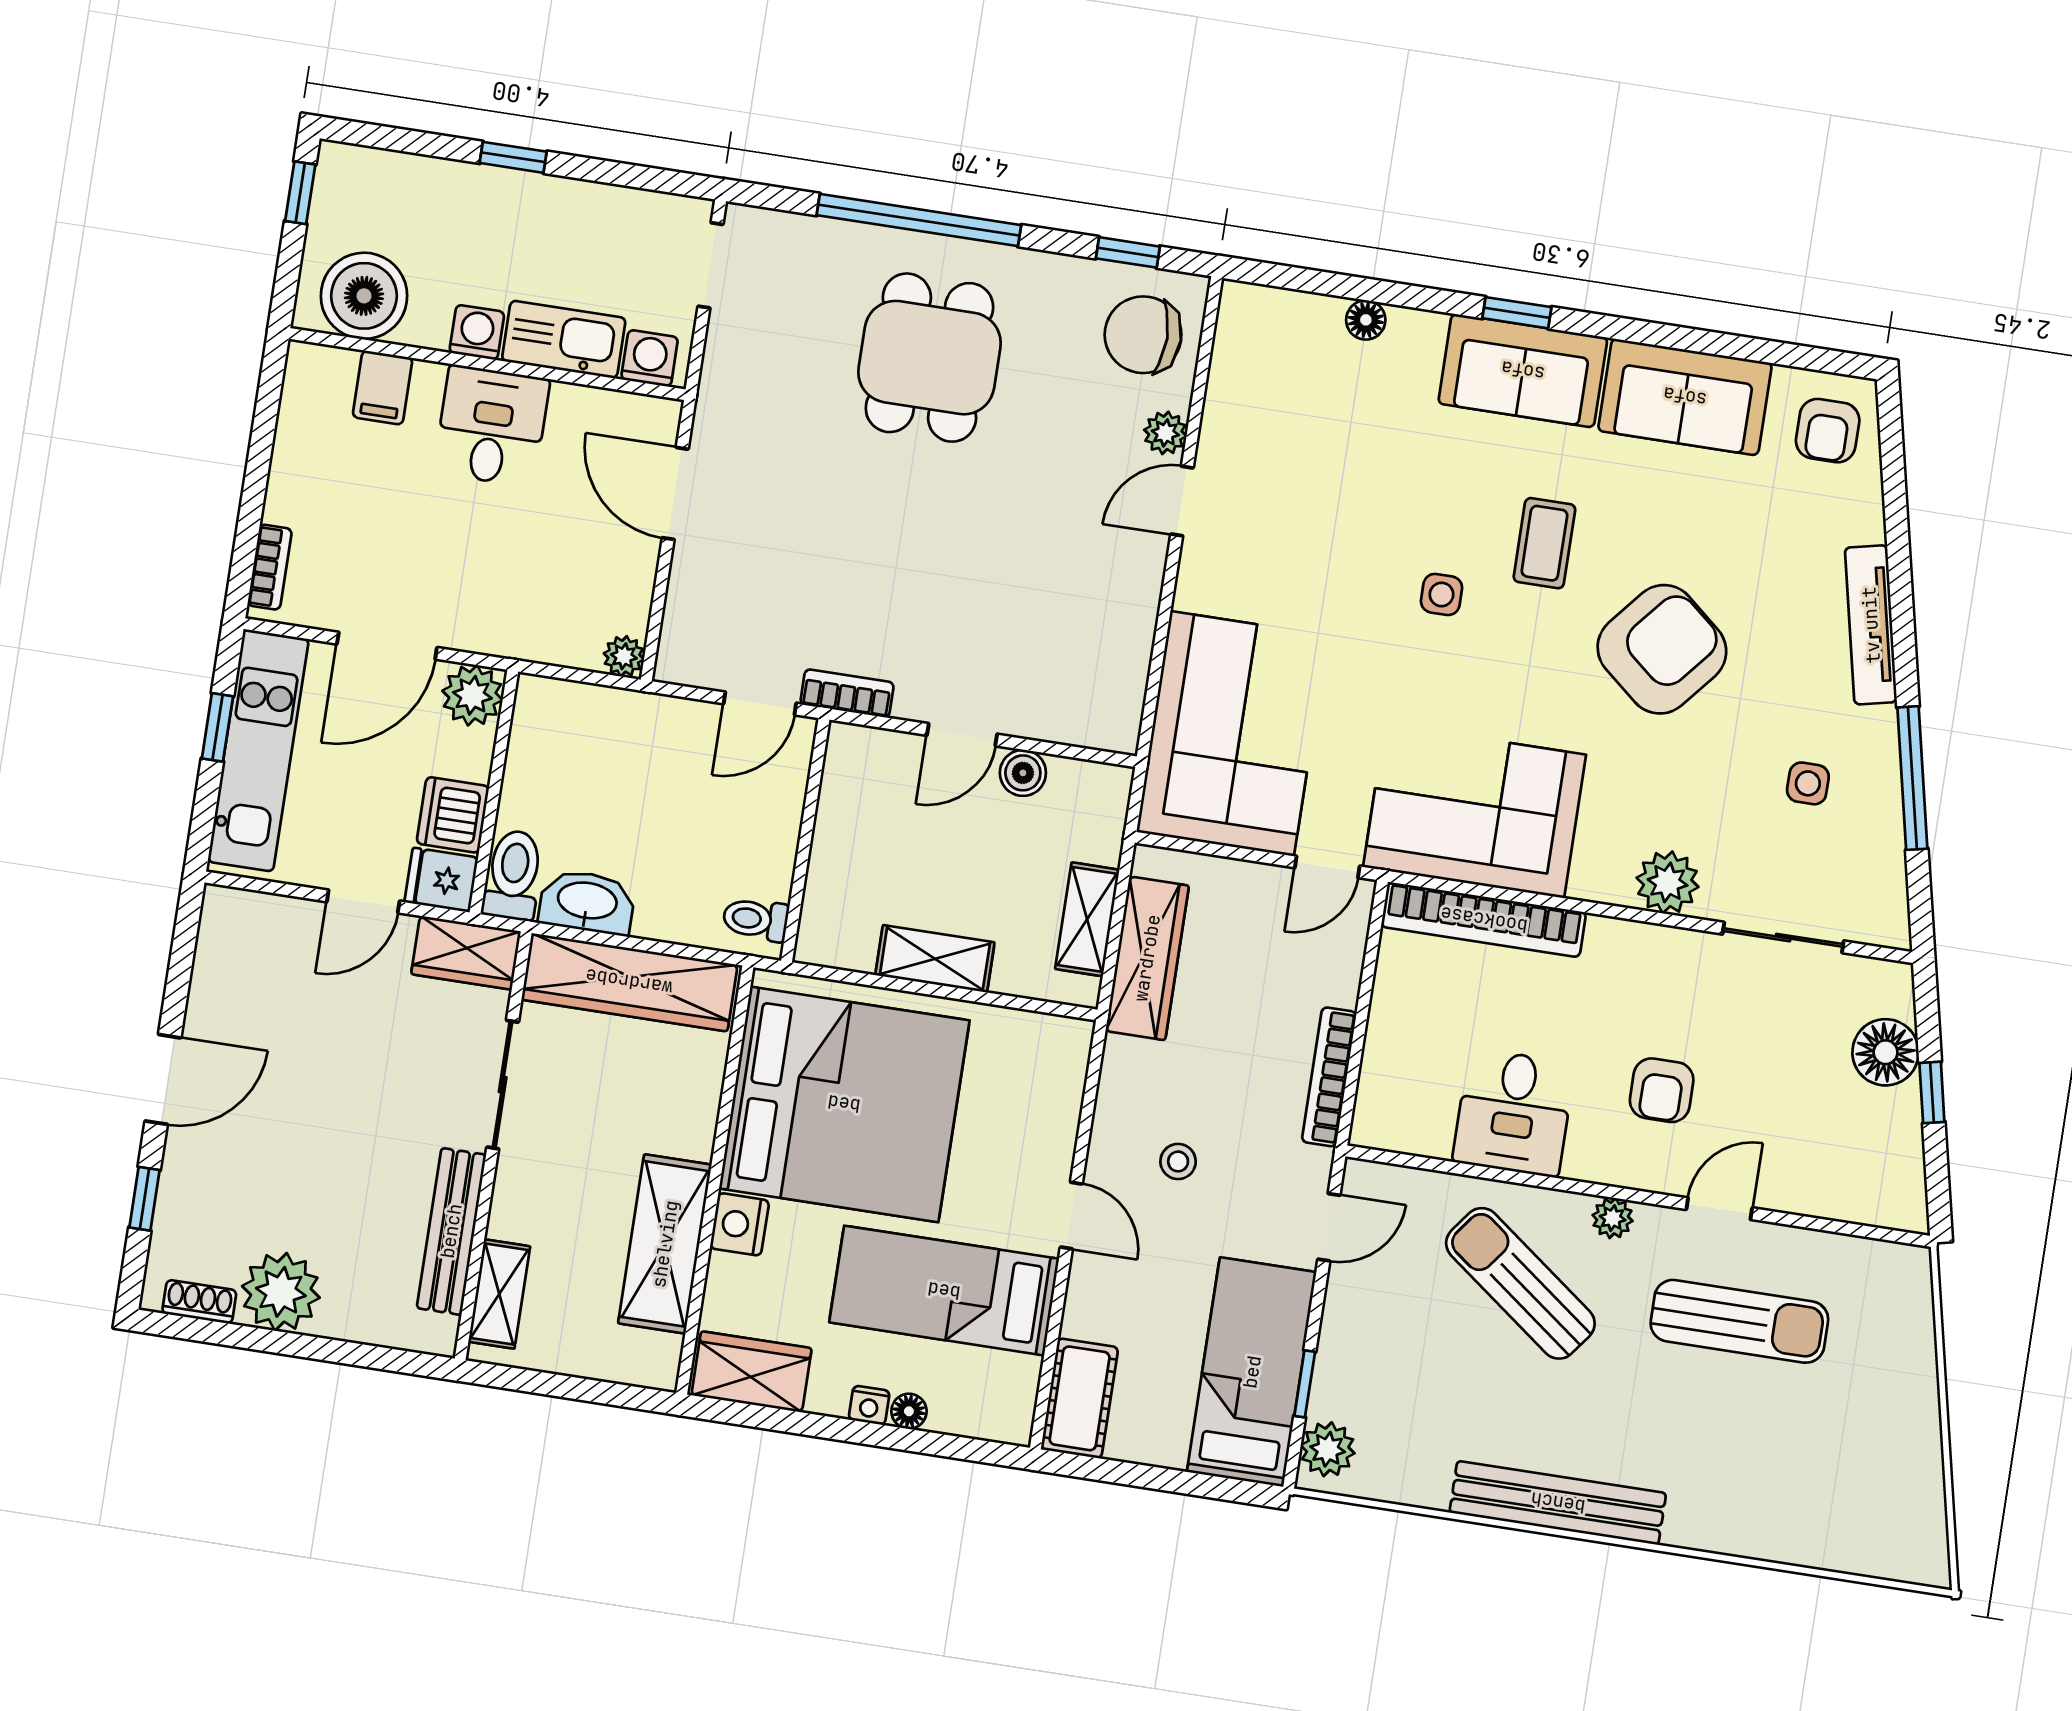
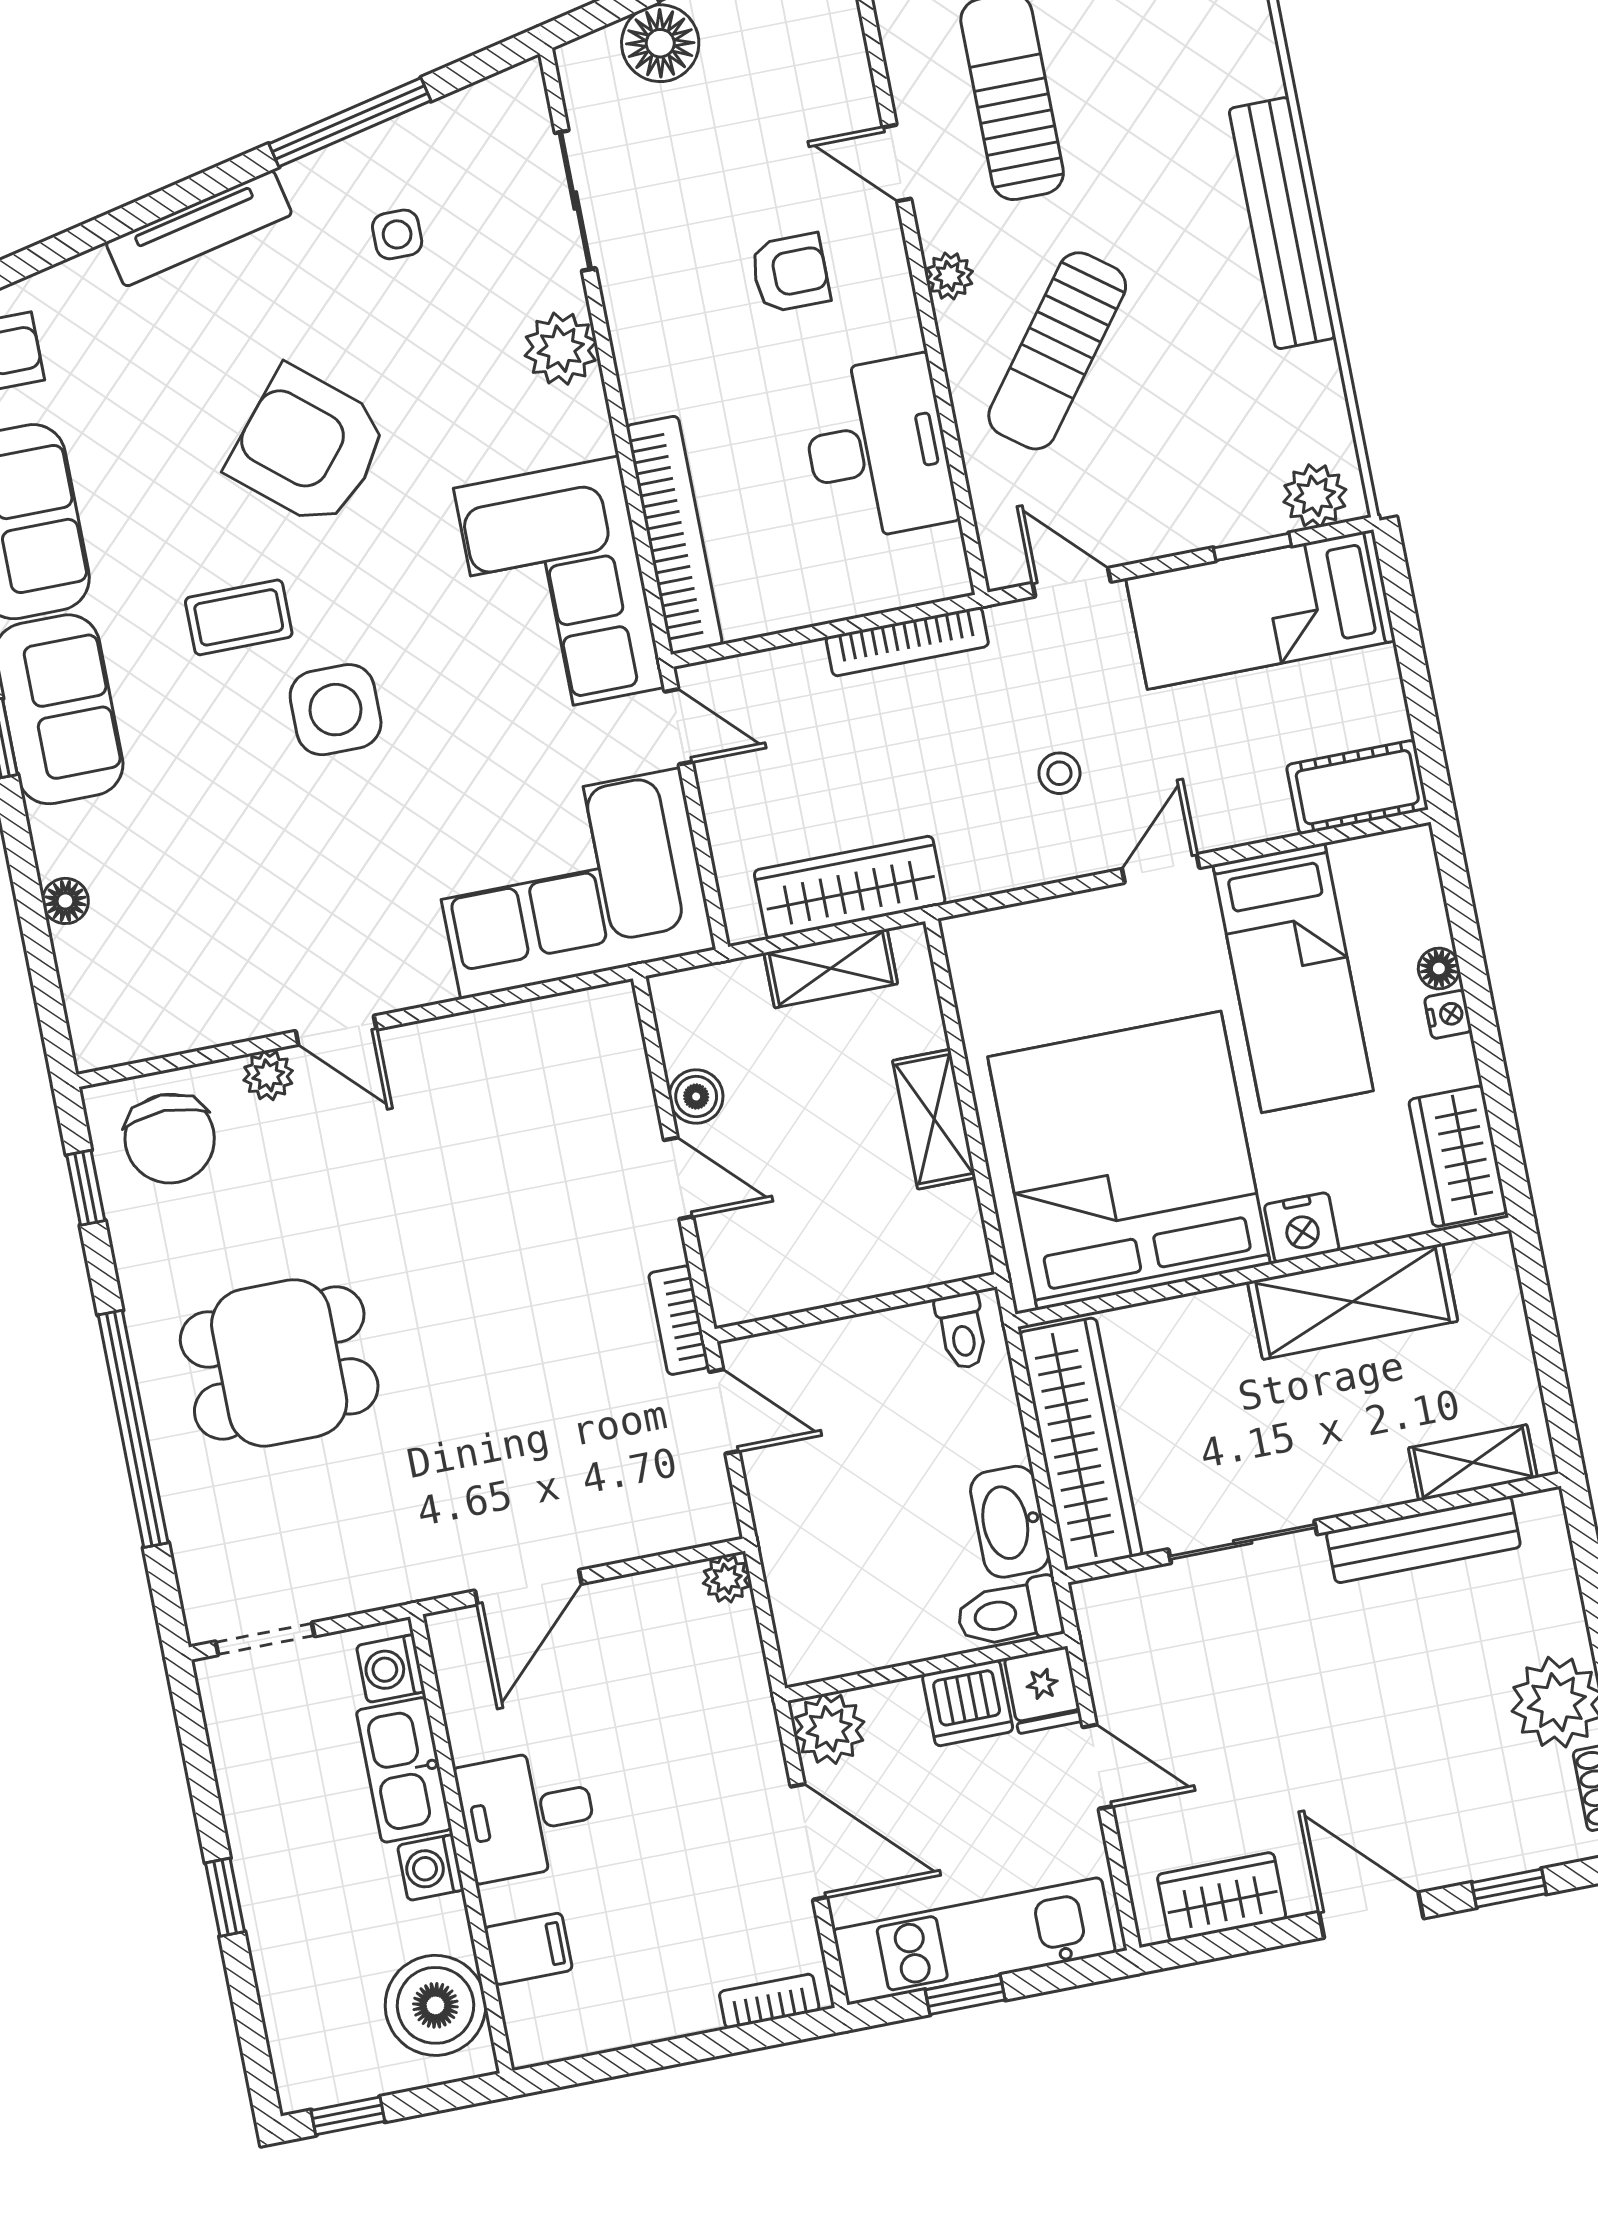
side table: (1442, 594) -> (336, 710), width x1.87, depth x1.87
wardrobe: (466, 953) -> (1222, 1897), moved, turned -90
desk: (1514, 1113) -> (878, 449), width x1.37

